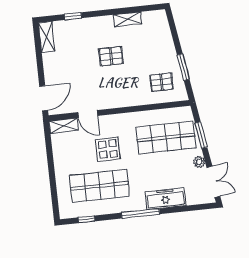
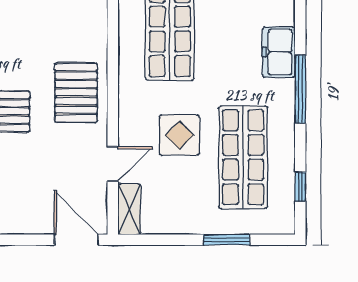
pallet: (162, 82) -> (76, 93), moved, width x1.50, depth x1.42
window: (53, 182) -> (227, 240), added
freezer: (165, 199) -> (279, 52), width x0.71

